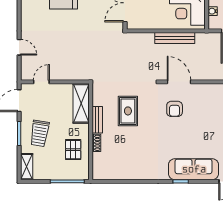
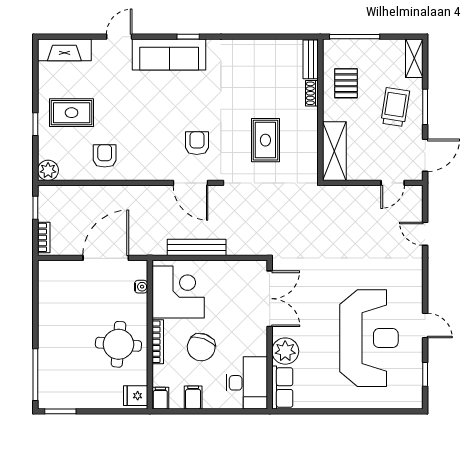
bench: (97, 120) -> (311, 59), moved

